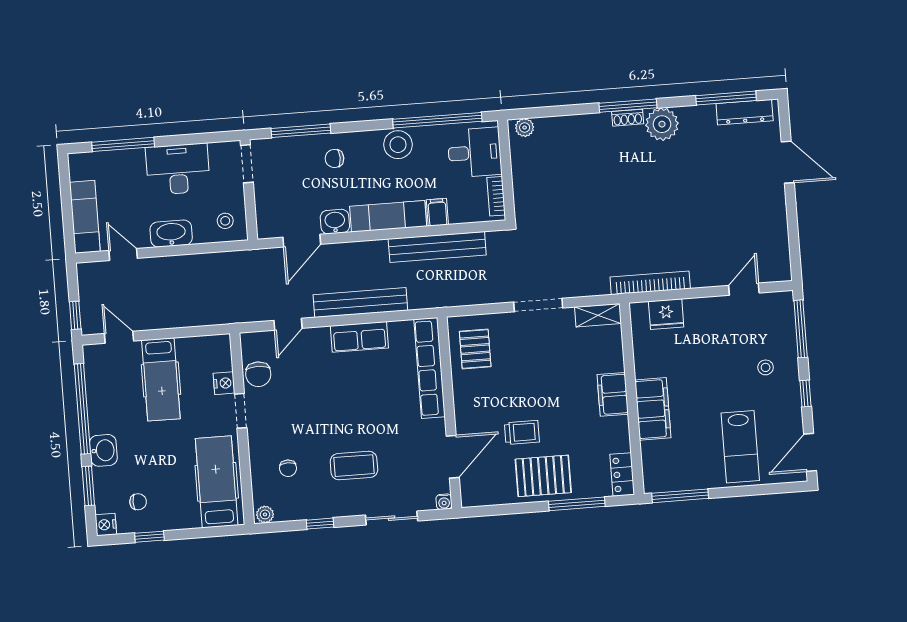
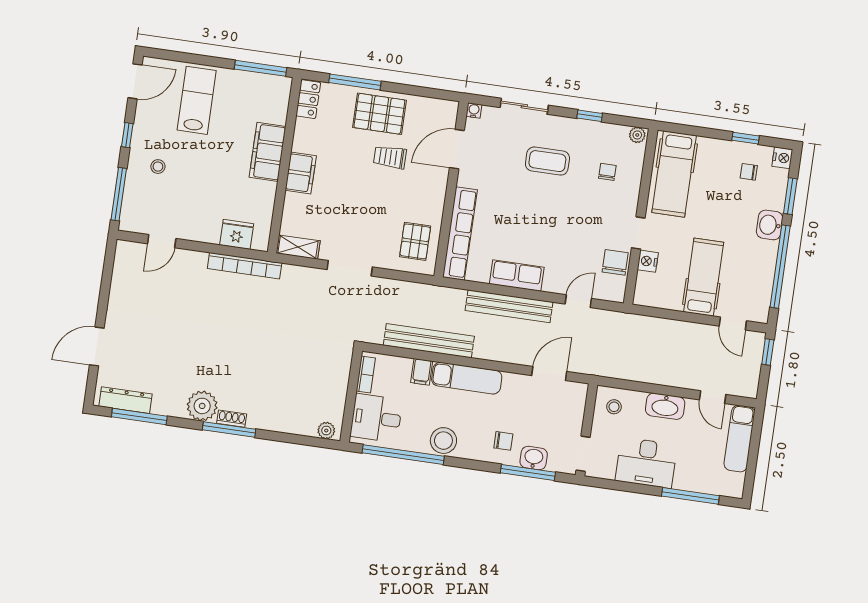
door: (788, 162) -> (97, 346), hinge flipped
washbasin: (335, 222) -> (534, 458), moved, turned 180

